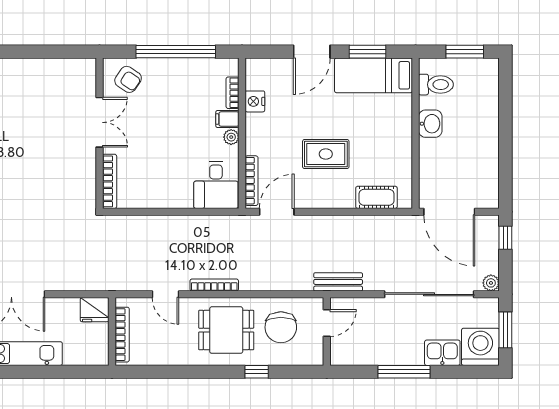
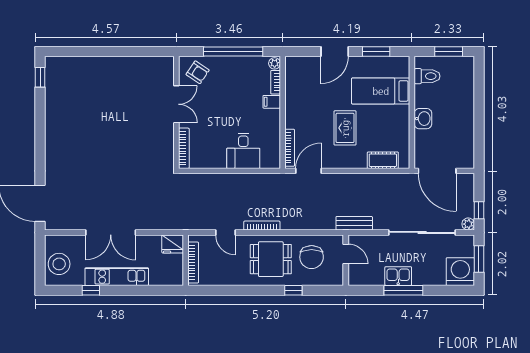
bed: (374, 75) -> (381, 91), moved
nightstand: (255, 101) -> (292, 89), removed
washbasin: (430, 124) -> (423, 119), moved
plant: (231, 137) -> (275, 63), moved
rug: (326, 154) -> (345, 128), turned 90
desk: (216, 185) -> (243, 151), moved
window: (505, 238) -> (479, 210), moved
door: (327, 323) -> (346, 254), hinge flipped
kitchen sink: (442, 353) -> (398, 276), moved

